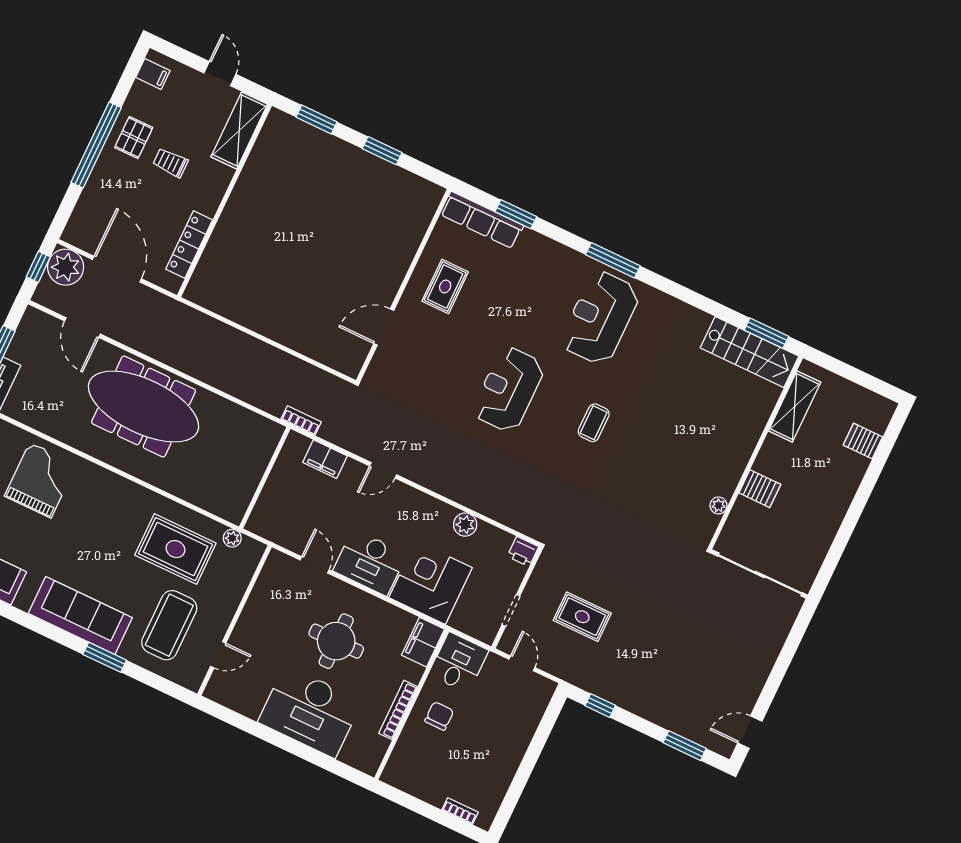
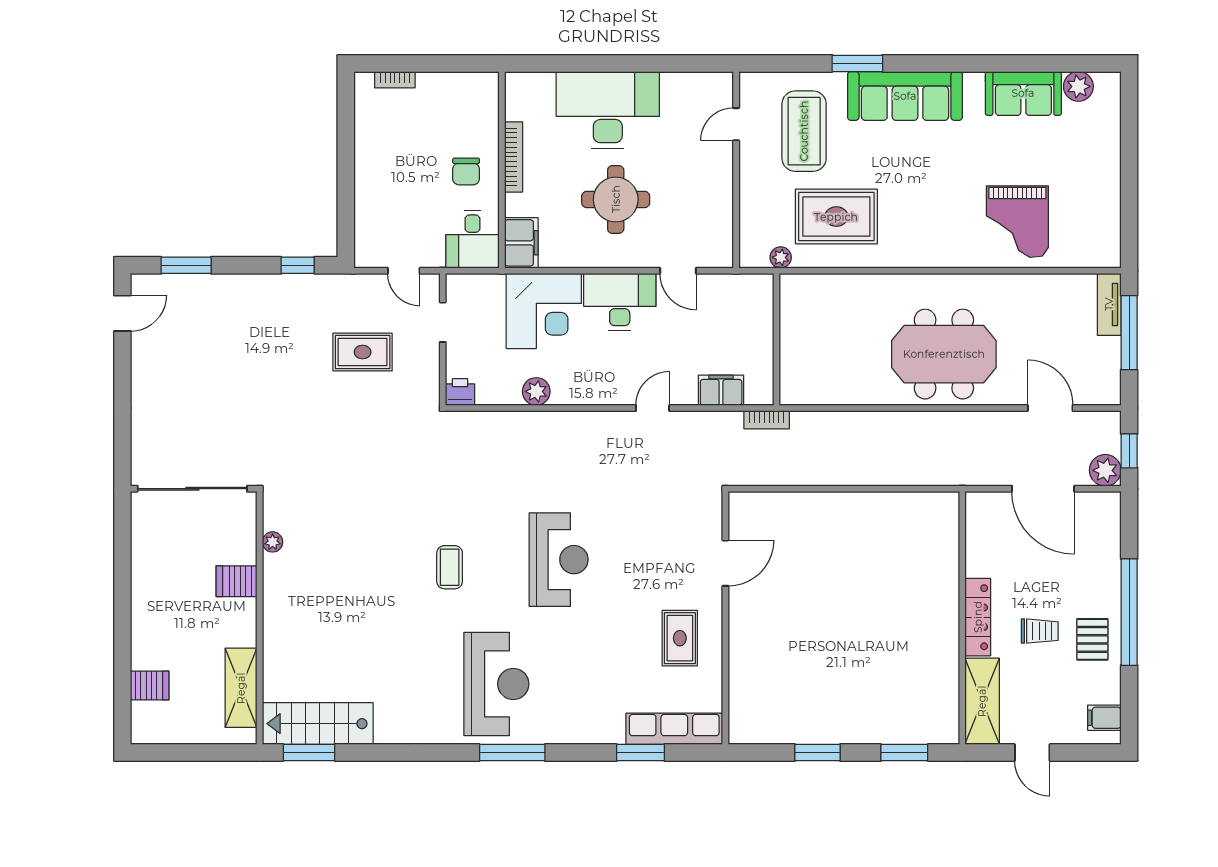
locker: (189, 244) -> (978, 617), moved
plant: (66, 267) -> (1105, 470), width x0.73, depth x0.73
meeting table: (144, 406) -> (944, 354), width x0.73

